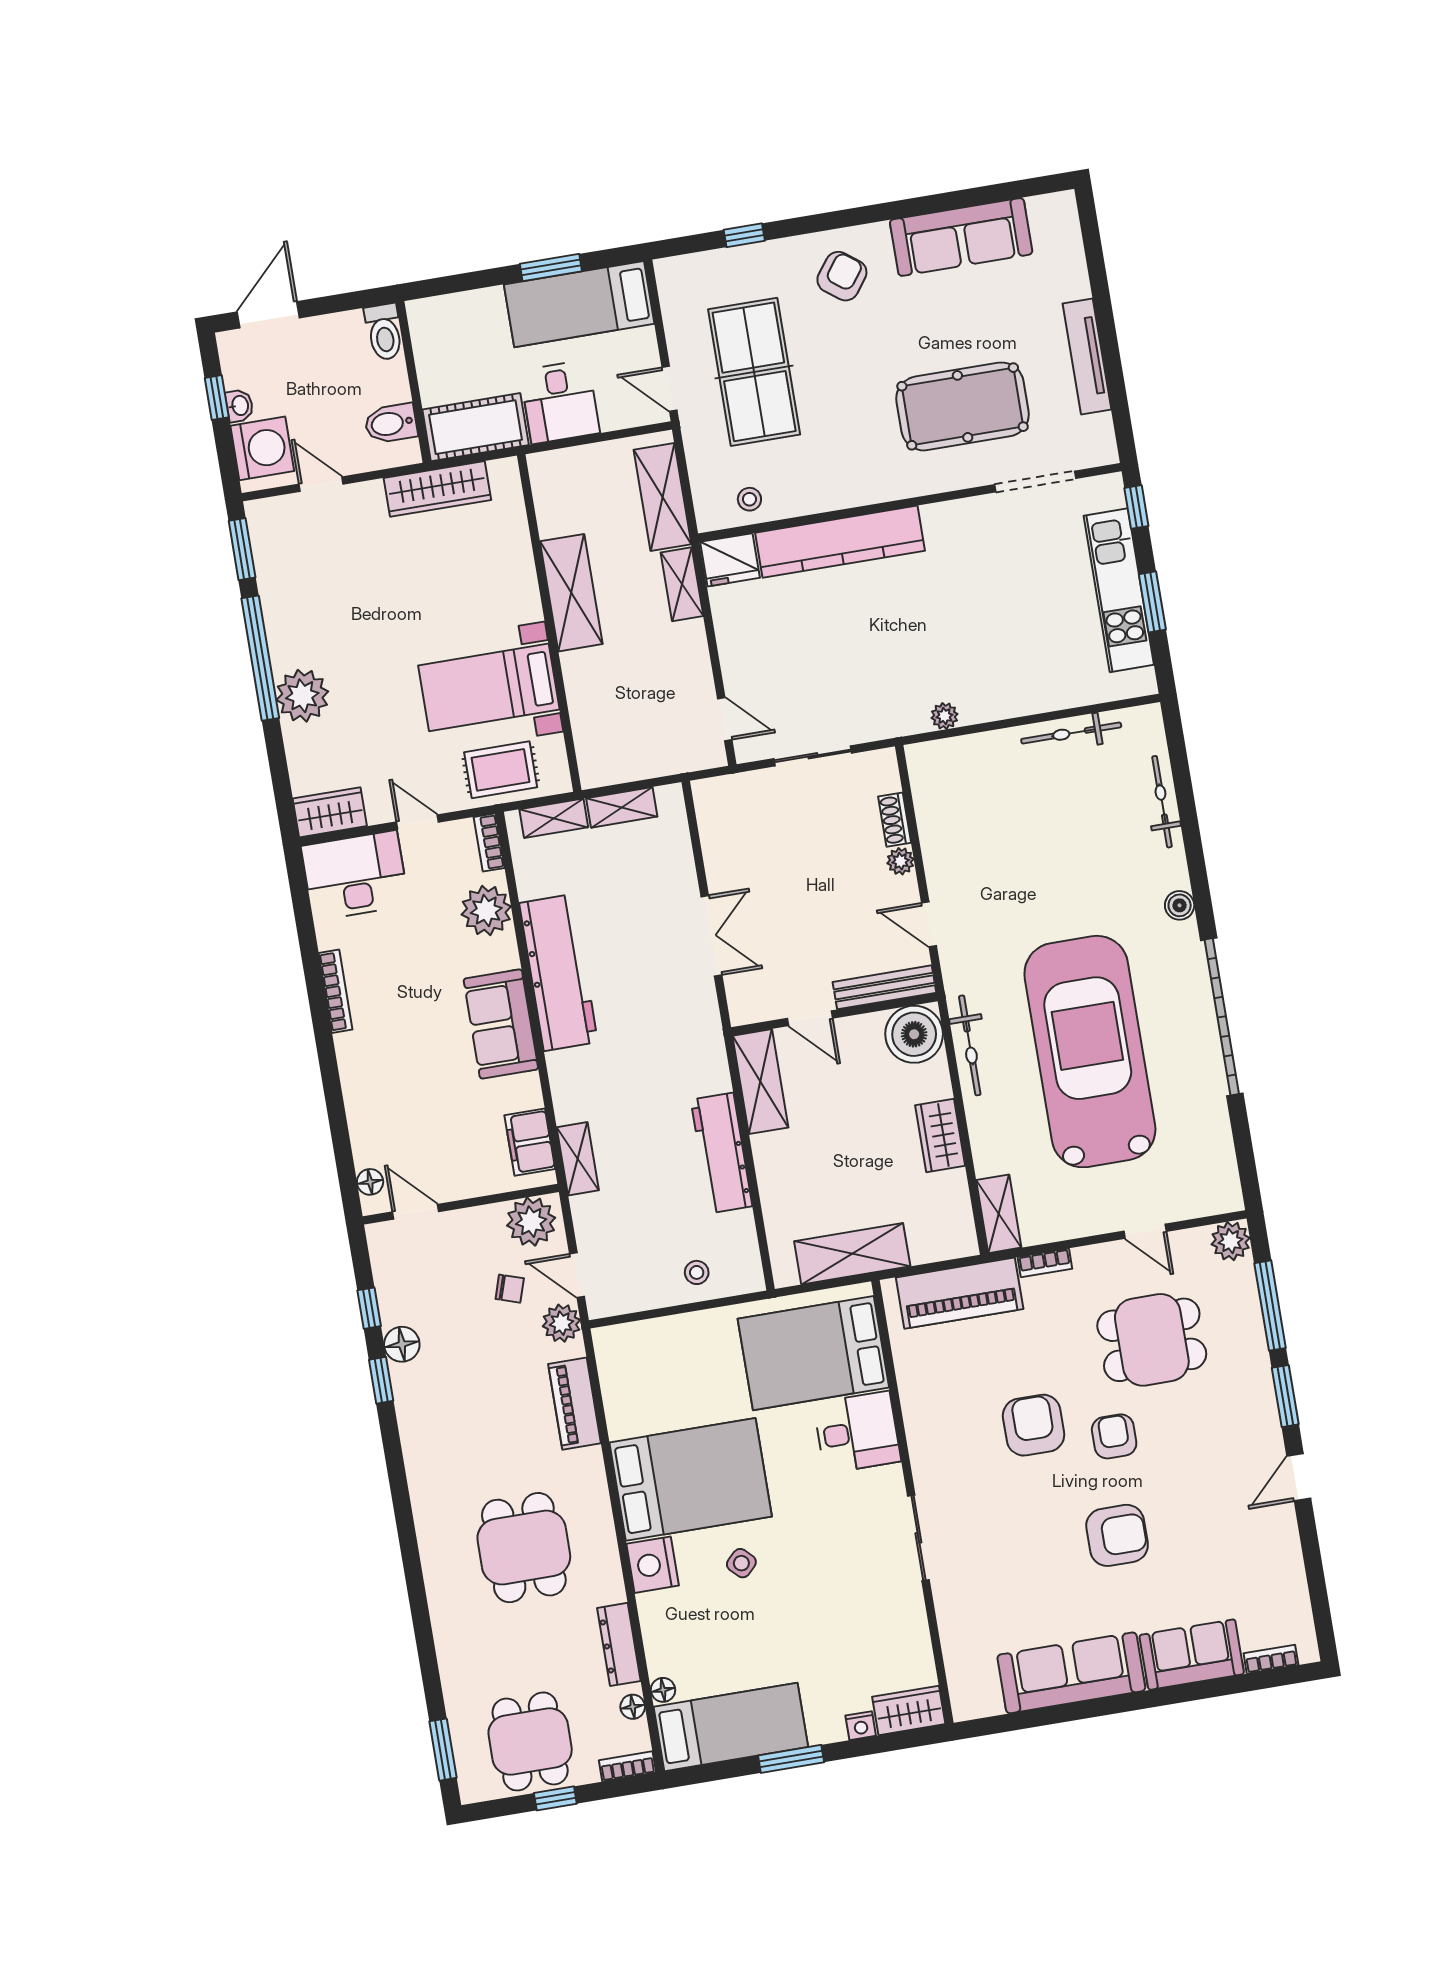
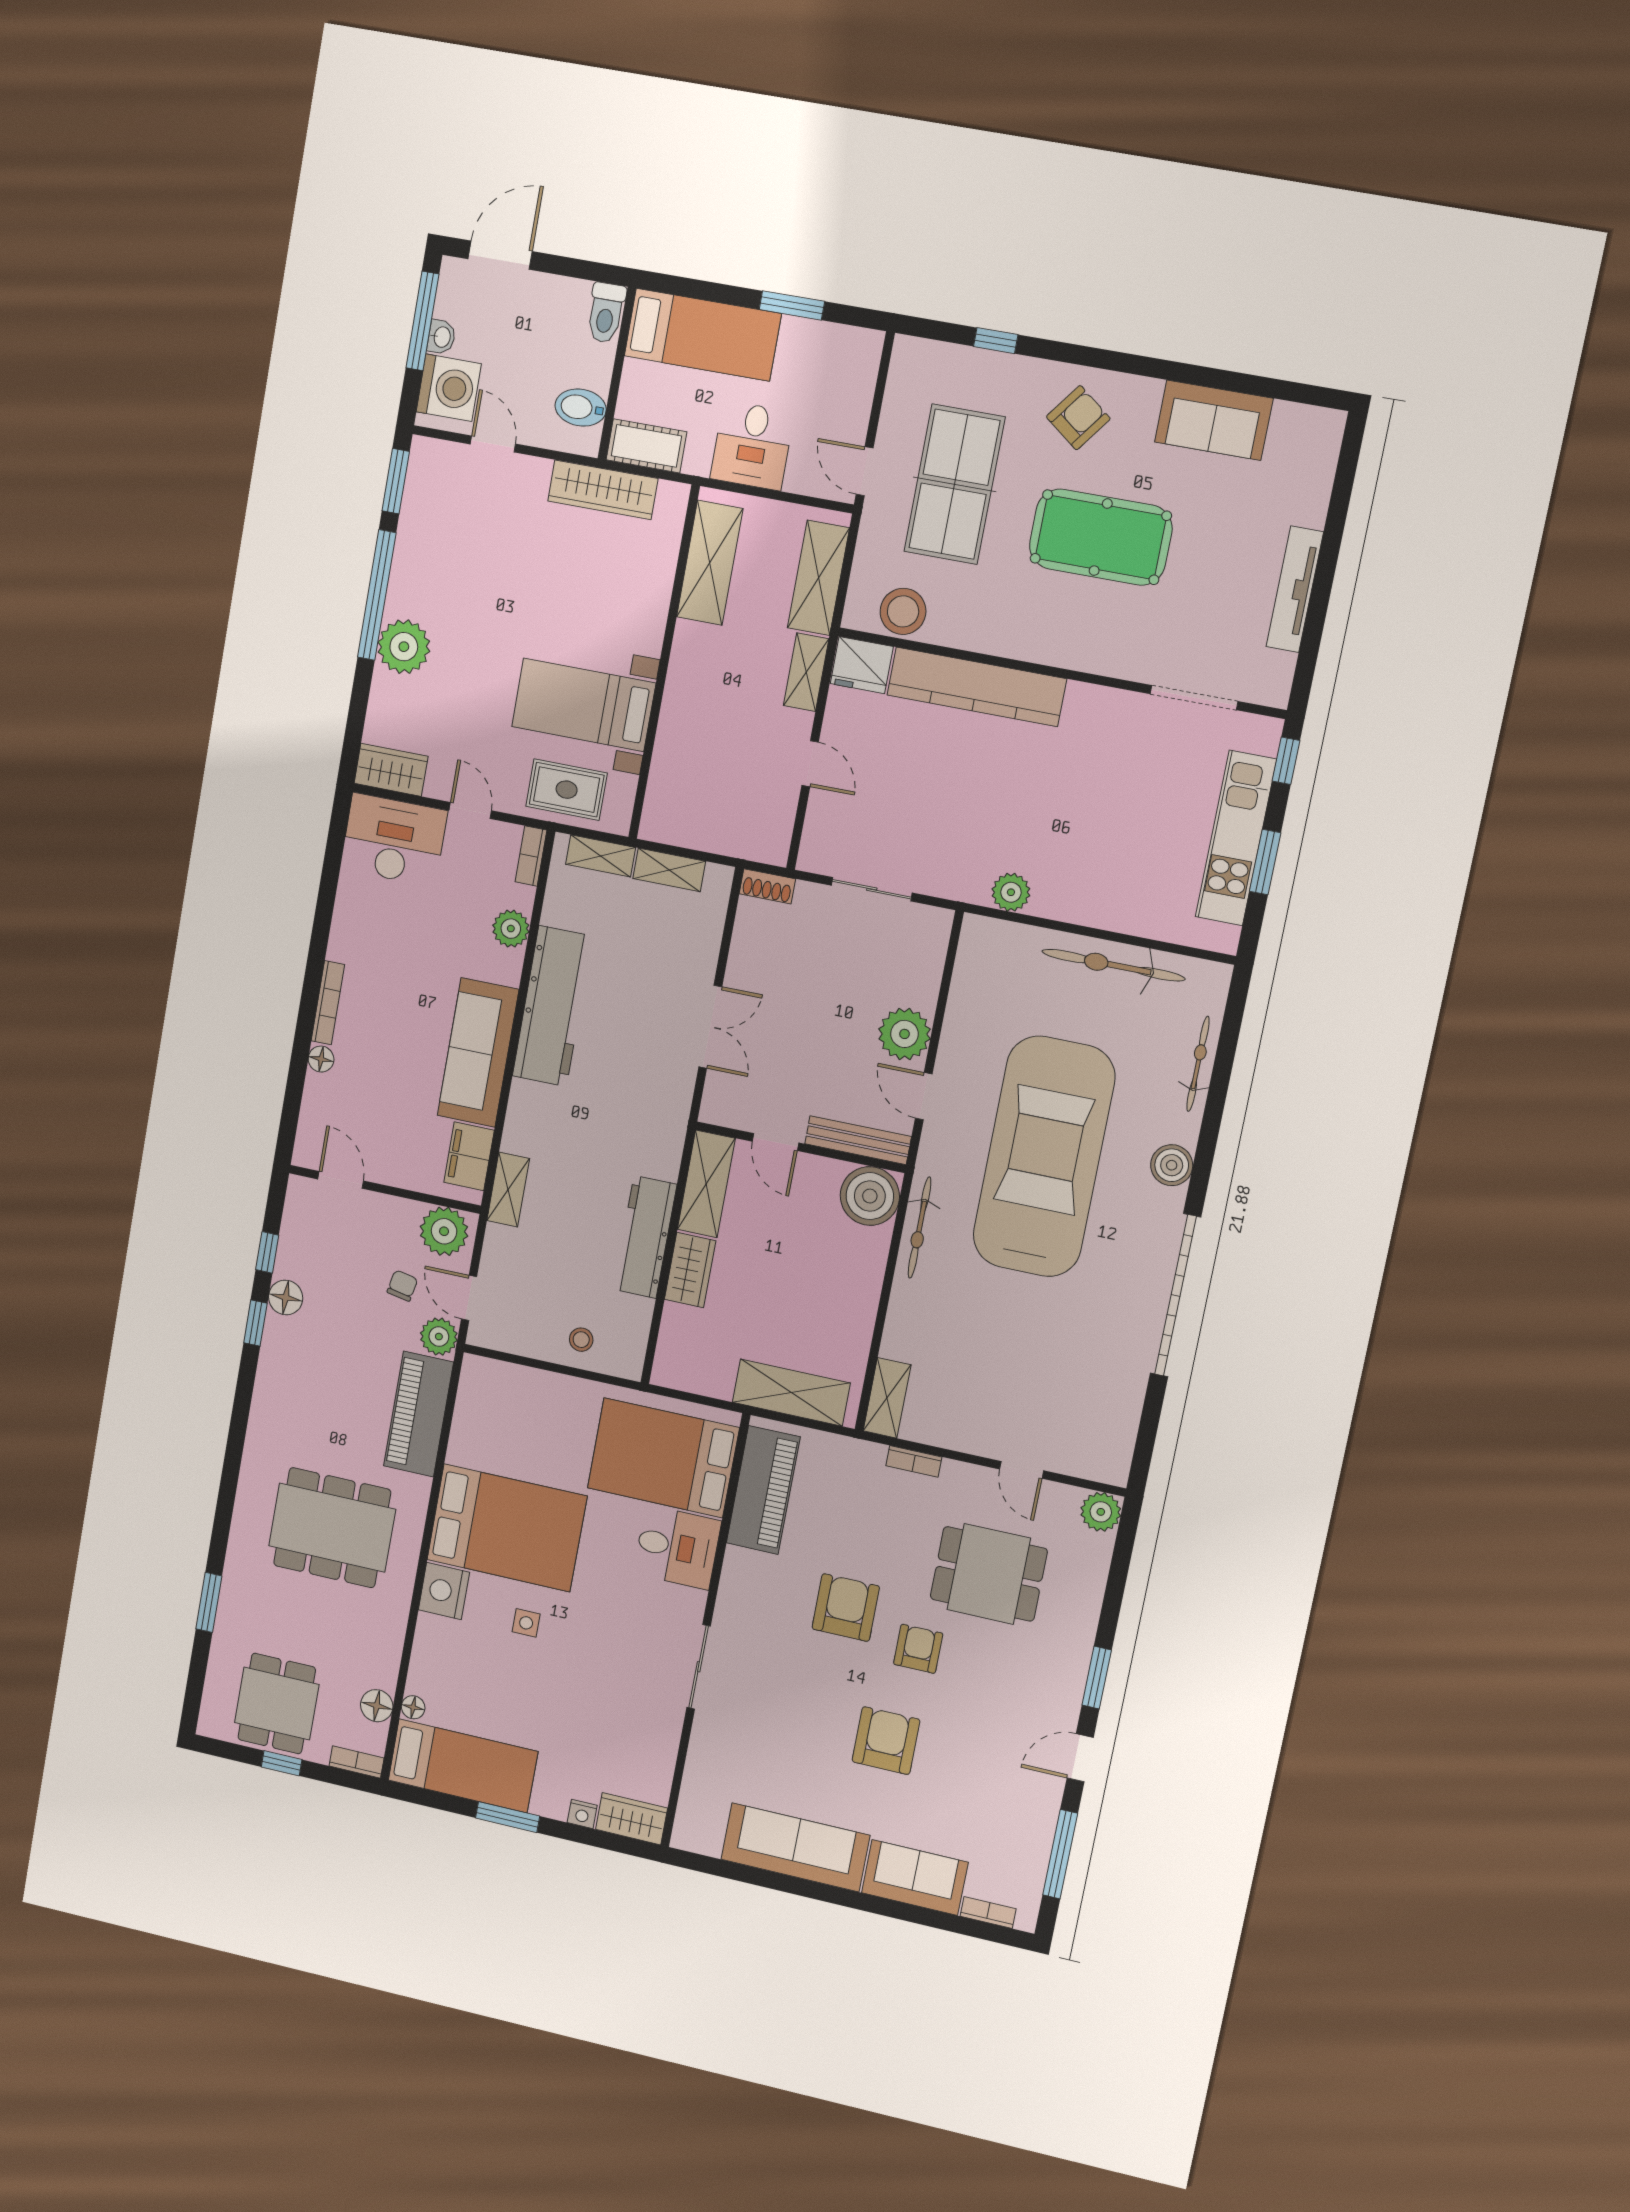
sofa: (961, 237) -> (1214, 420), width x0.73
bed: (579, 304) -> (703, 335), moved, turned 180
window: (217, 398) -> (422, 321), width x2.17
pool table: (963, 406) -> (1101, 537), moved
cot: (476, 427) -> (646, 446), width x0.73, depth x0.75
stool: (749, 499) -> (903, 611), width x1.89, depth x1.89
shelving: (571, 593) -> (710, 563), moved
plant: (945, 716) -> (1011, 892), width x1.38, depth x1.38
door: (725, 719) -> (810, 764), moved
bicycle: (1071, 733) -> (1113, 965), width x1.37, depth x1.40
shoe rack: (895, 820) -> (767, 886), moved, turned -90
plant: (900, 861) -> (905, 1034), width x1.88, depth x1.88
boiler: (1180, 905) -> (1172, 1165), width x1.36, depth x1.36
plant: (486, 910) -> (511, 929), width x0.73, depth x0.73
bookcase: (335, 991) -> (328, 1003), moved
sofa: (501, 1024) -> (478, 1053), width x1.36
car: (1090, 1052) -> (1044, 1157), moved
wardrobe: (940, 1136) -> (690, 1270), moved, turned 180
floor lamp: (370, 1182) -> (321, 1059), moved
shelving: (852, 1254) -> (791, 1393), moved
chair: (510, 1289) -> (402, 1286), turned -97
piano: (960, 1293) -> (763, 1490), moved, turned -90
window: (1270, 1306) -> (1060, 1854), moved
piano: (575, 1404) -> (419, 1414), width x1.37, depth x1.33
armchair: (1117, 1535) -> (886, 1741), turned -90
dining table: (524, 1548) -> (332, 1528), width x1.38
side table: (741, 1563) -> (526, 1623), turned 45
dresser: (619, 1644) -> (388, 1650), removed
floor lamp: (633, 1707) -> (377, 1706), width x1.37, depth x1.37
window: (443, 1750) -> (209, 1602), moved

